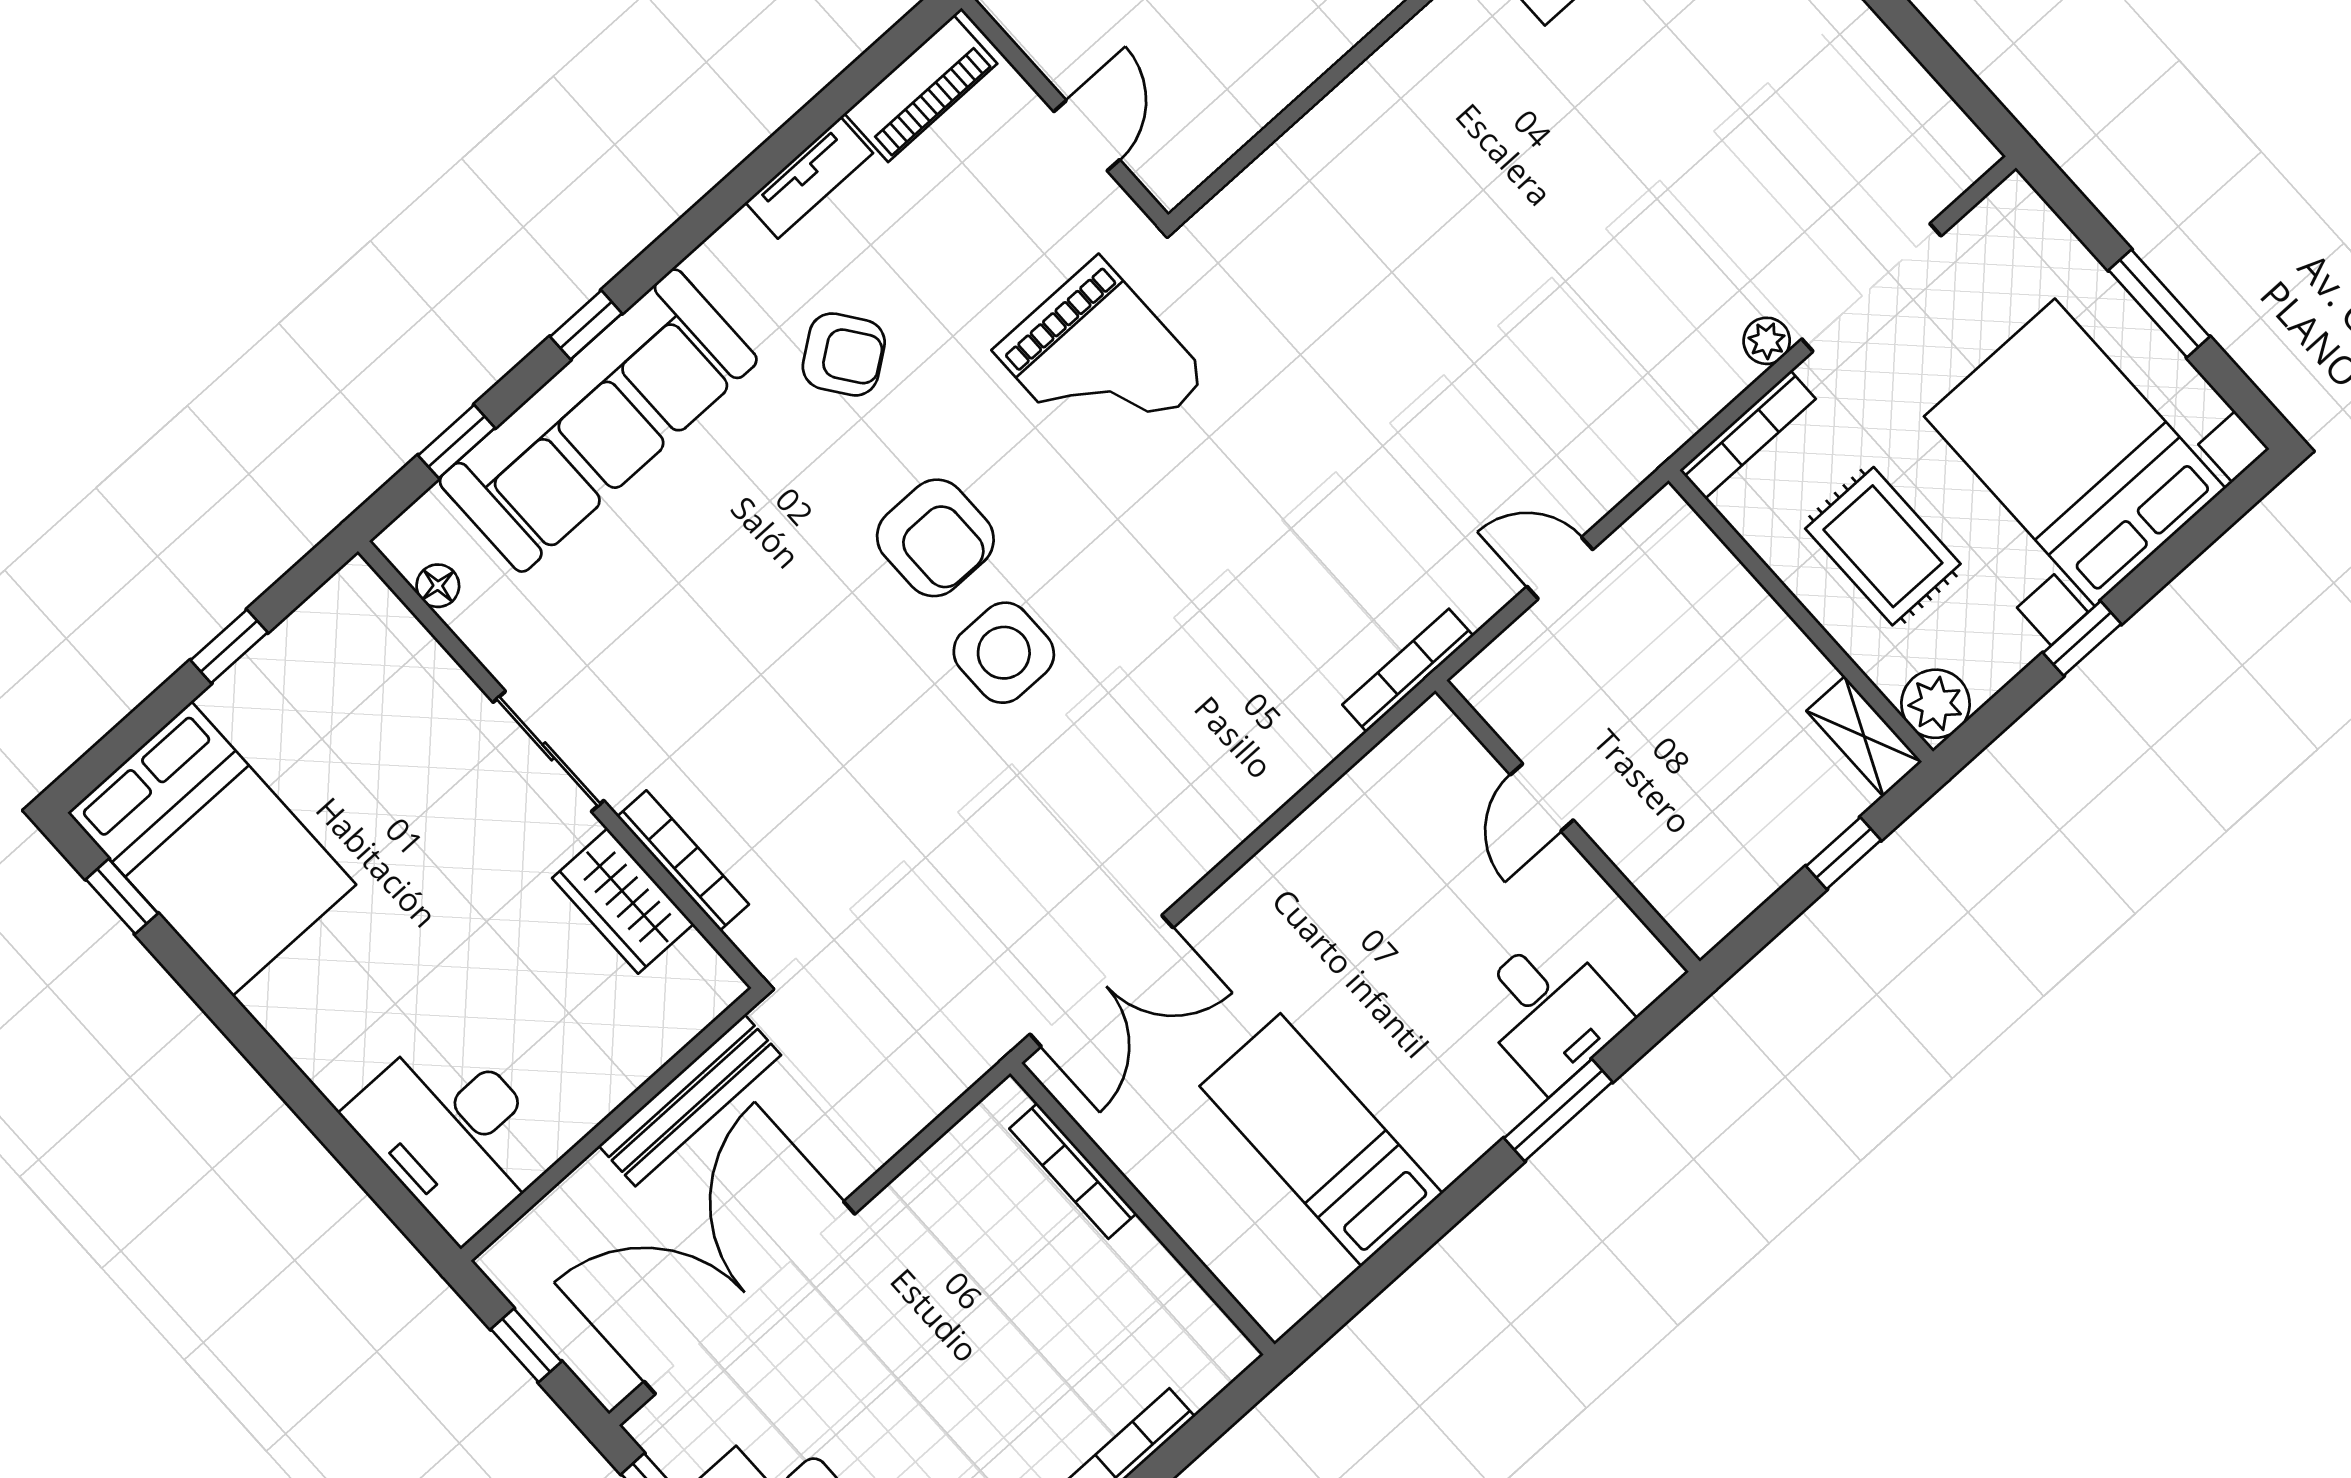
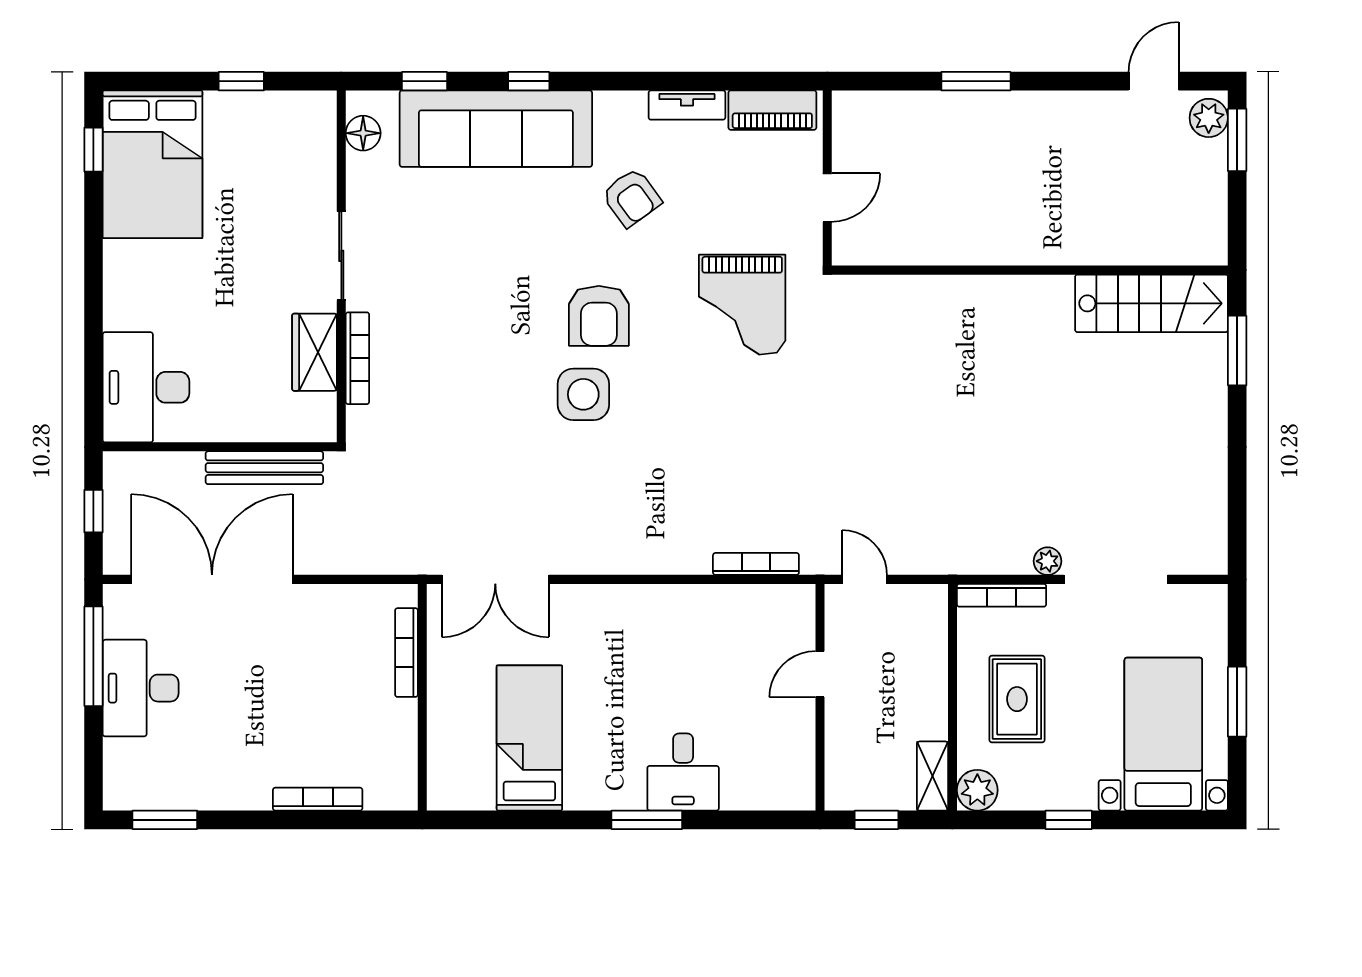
bed with nightstands: (2075, 452) -> (1163, 734), width x0.73
floor lamp: (438, 586) -> (363, 133), width x1.37, depth x1.37
door: (1542, 797) -> (820, 674), moved
wall: (1568, 826) -> (820, 697), moved

